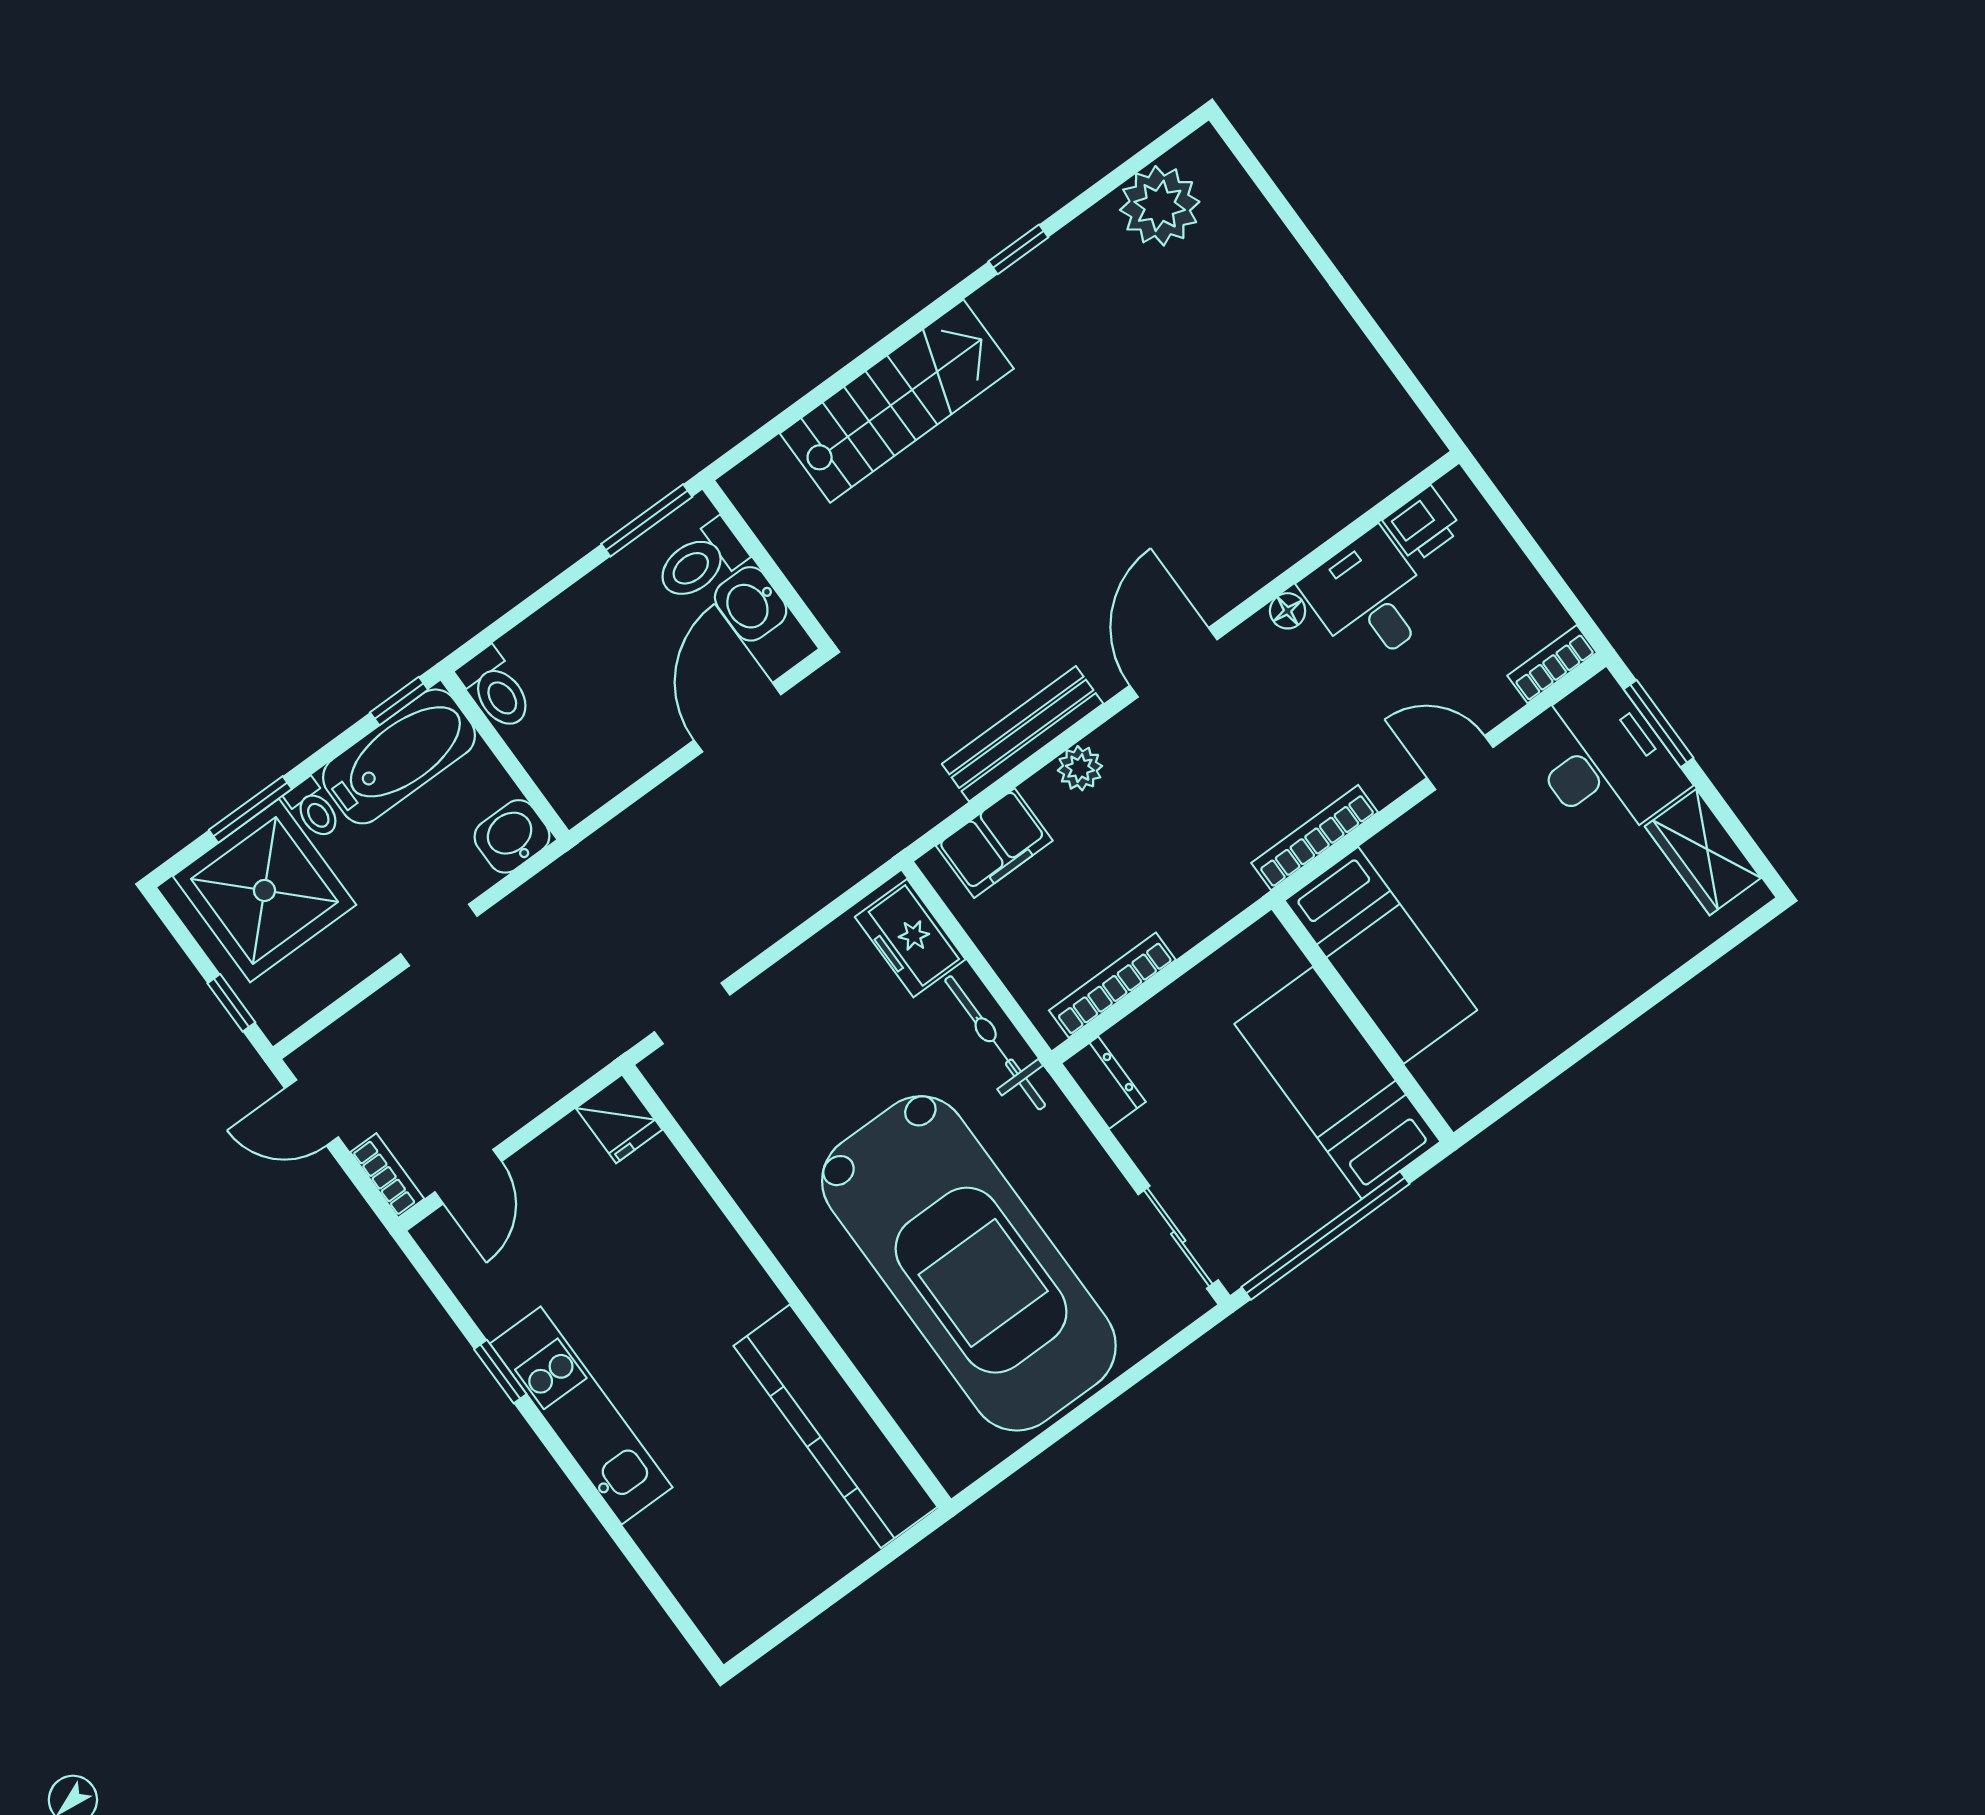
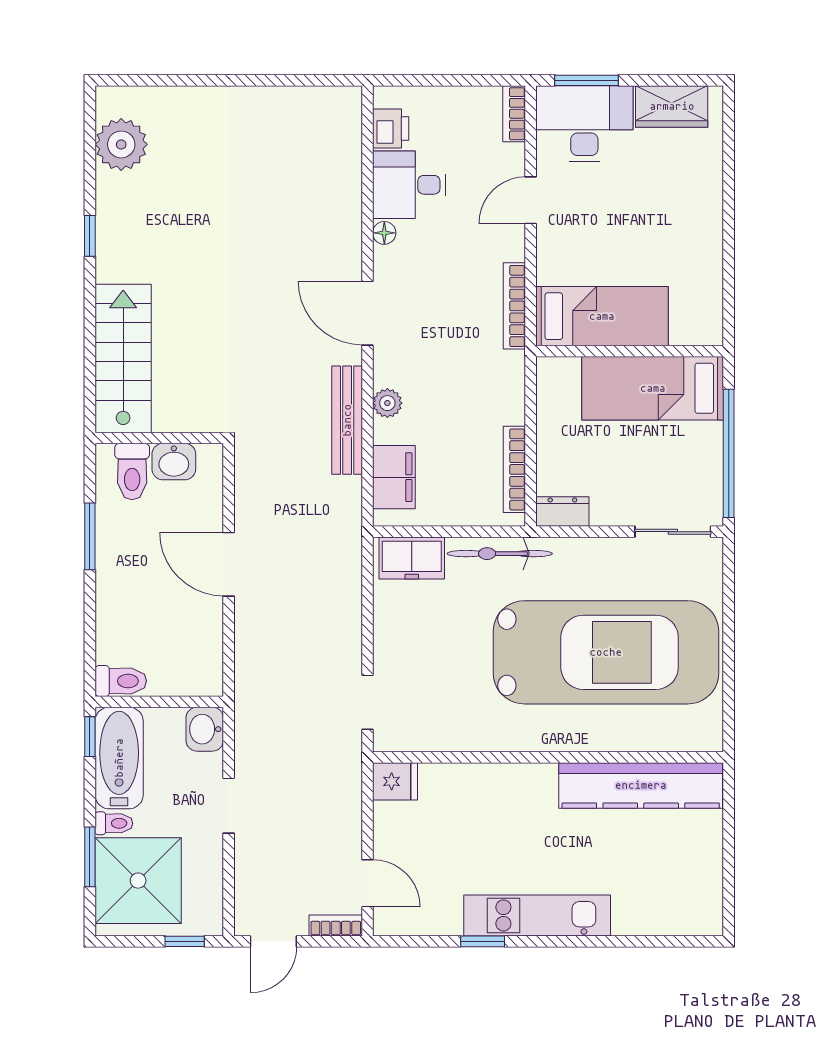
toilet: (701, 561) -> (132, 472), moved
wall: (767, 564) -> (159, 438), moved
washbasin: (751, 604) -> (174, 462), moved

